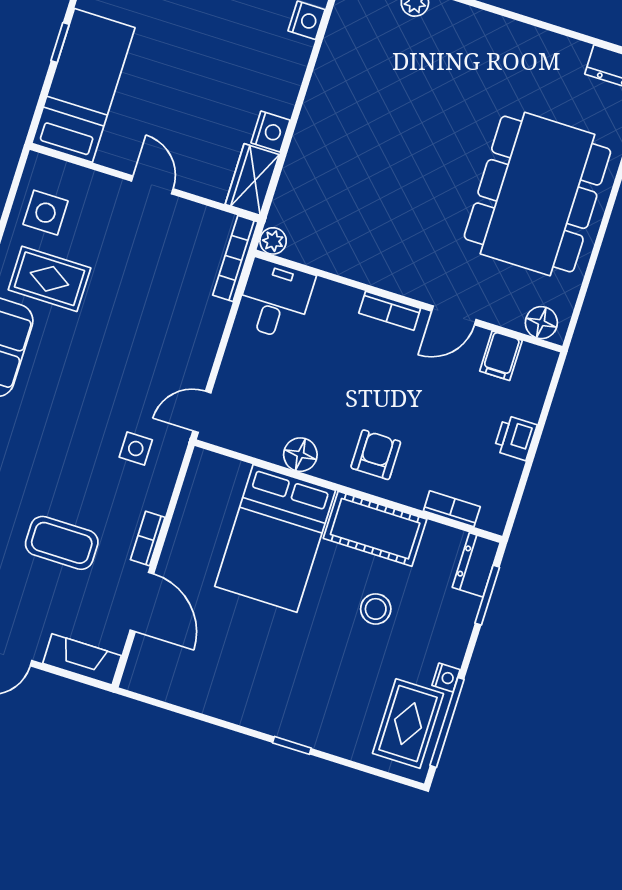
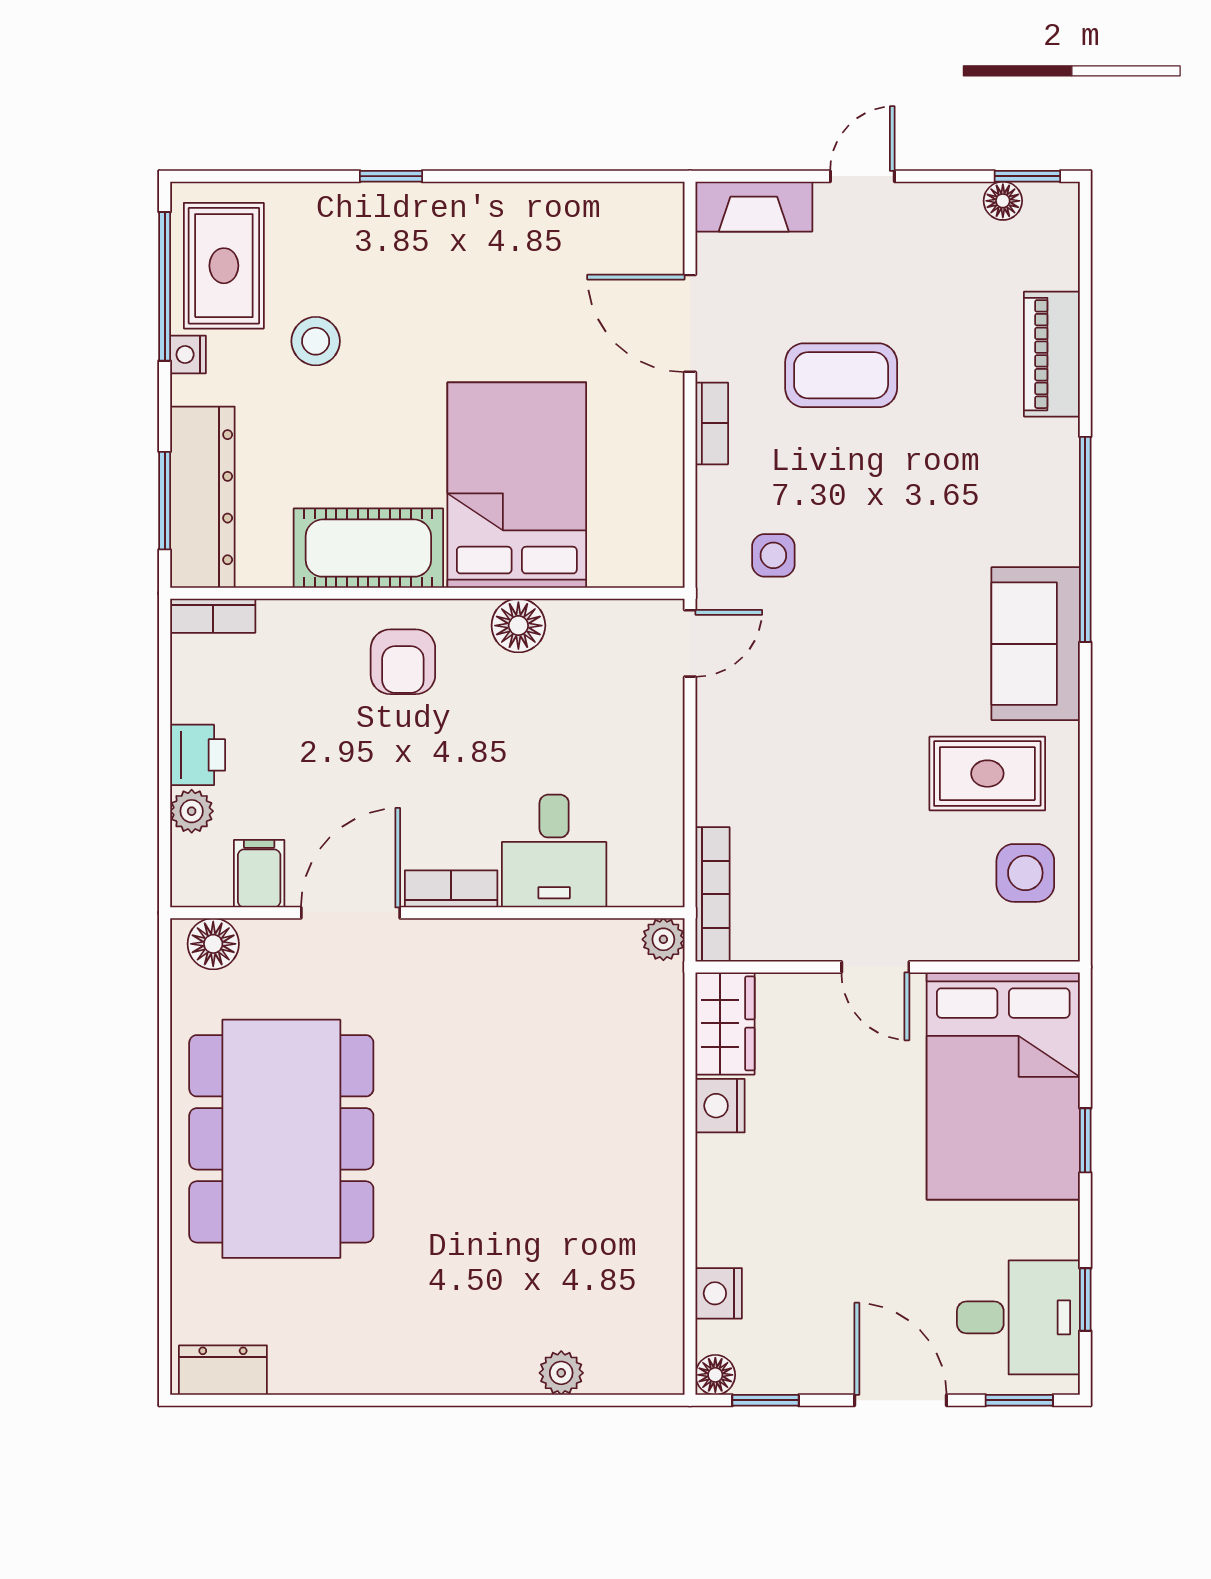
bed: (83, 85) -> (1003, 1086), width x1.50
desk: (275, 299) -> (554, 851), moved
door: (454, 315) -> (351, 913), width x1.38
plant: (529, 406) -> (192, 811), added
bookcase: (452, 509) -> (213, 616), moved
dresser: (476, 565) -> (202, 497), width x1.96, depth x1.24
stool: (376, 609) -> (316, 341), moved

